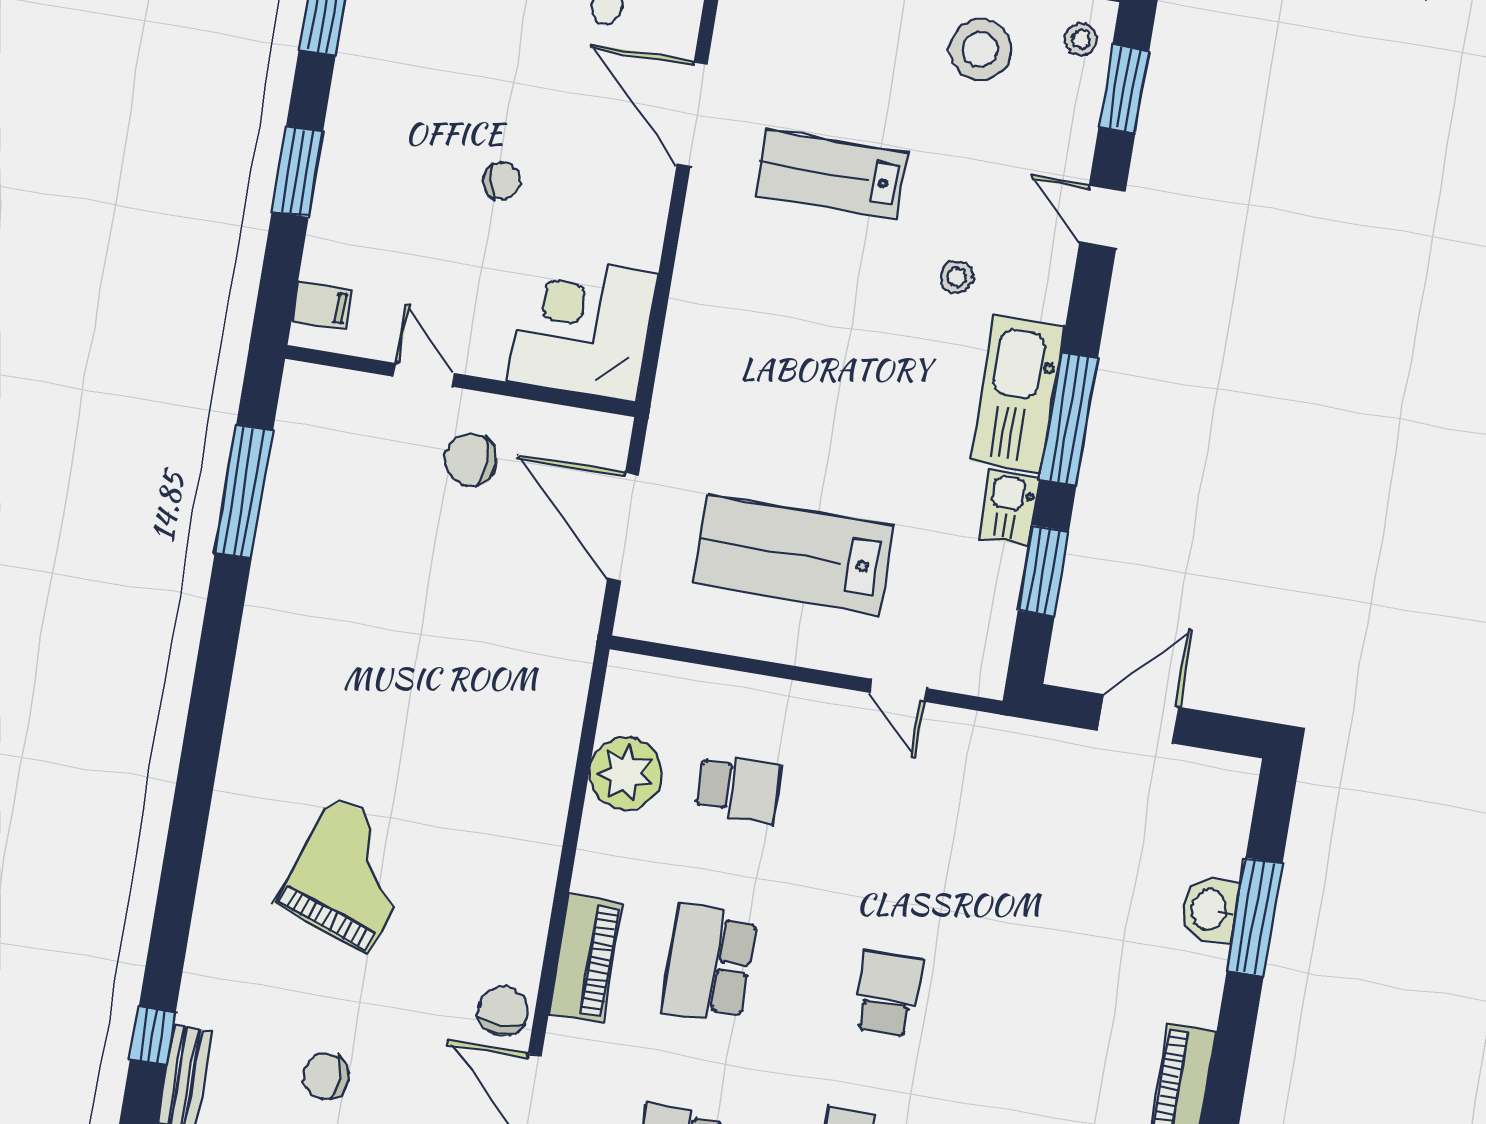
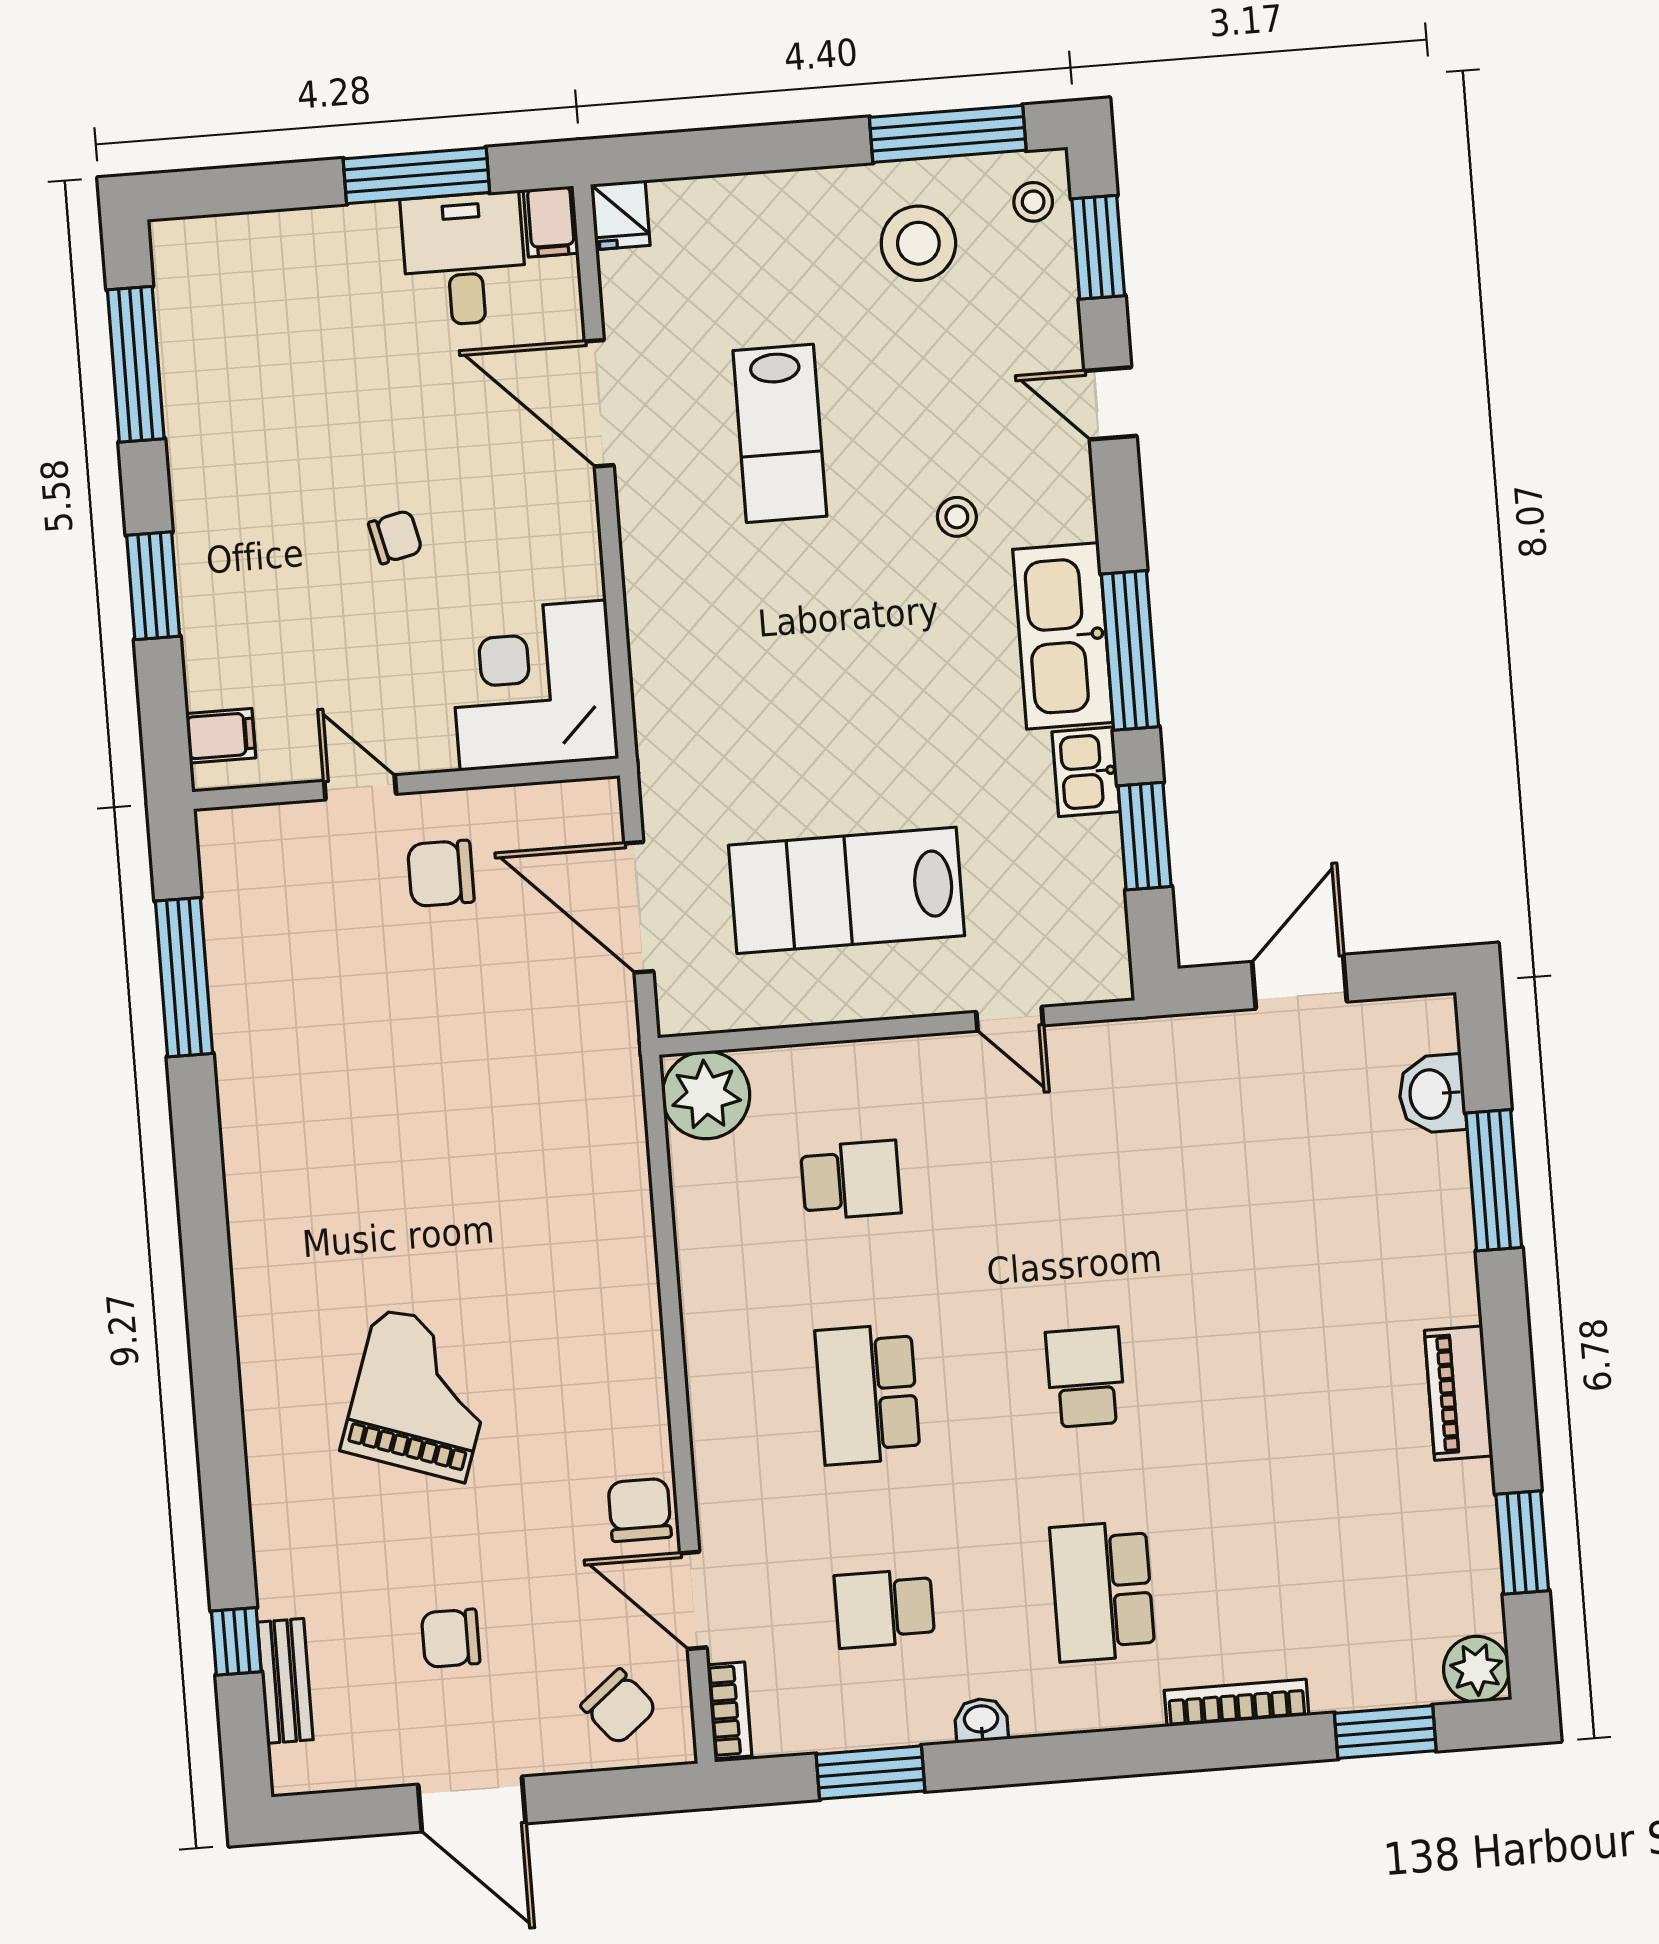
lab bench: (831, 175) -> (780, 433), turned -90
plant: (626, 773) -> (706, 1095), moved
washbasin: (1210, 910) -> (1432, 1094), moved
piano: (585, 959) -> (721, 1425), removed

